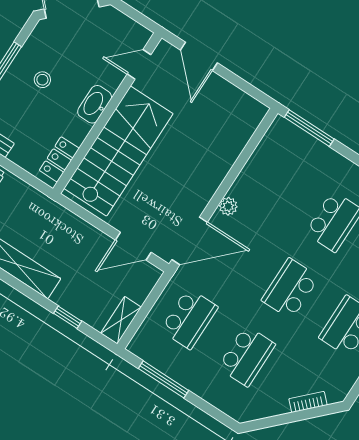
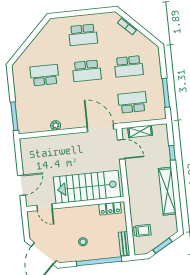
washbasin: (95, 104) -> (76, 212), removed
plant: (228, 206) -> (56, 125), moved
shelving: (121, 320) -> (140, 131), moved
school desk: (247, 356) -> (129, 66), turned 180

